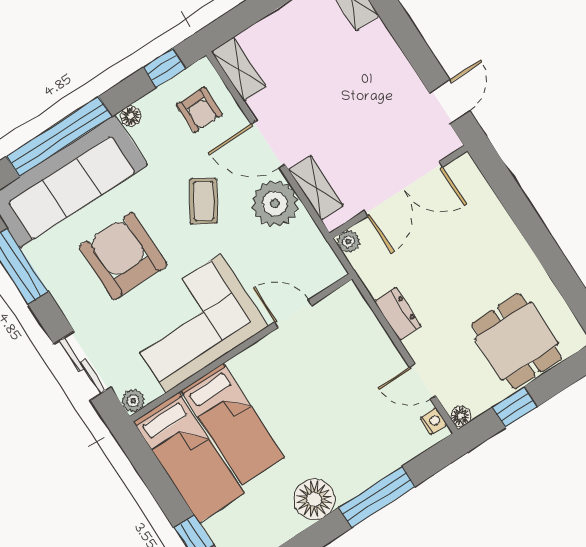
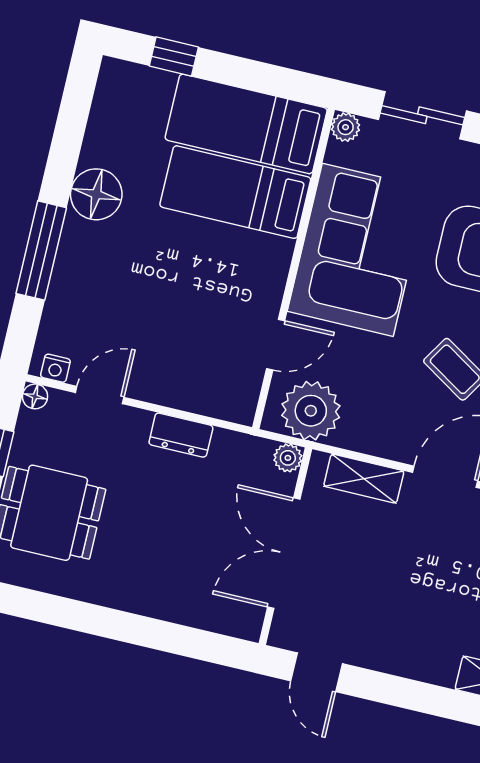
plant: (275, 203) -> (311, 411), moved

